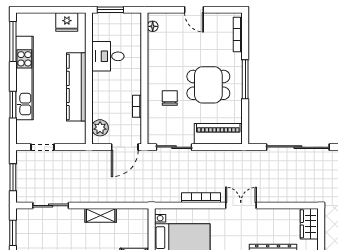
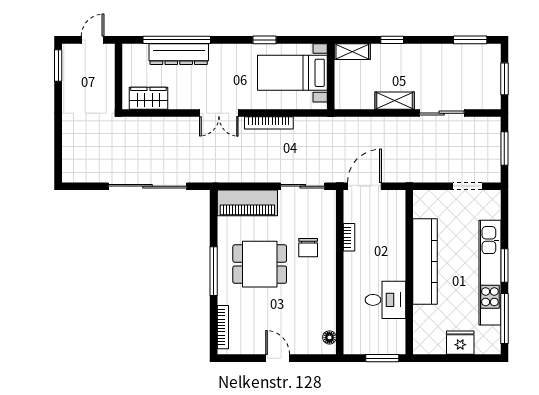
fridge: (67, 22) -> (460, 343), moved
window: (13, 105) -> (504, 265), moved
plant: (100, 128) -> (395, 210), removed
sliding door: (51, 206) -> (442, 113), moved
wardrobe: (309, 224) -> (148, 98), moved, turned -90

